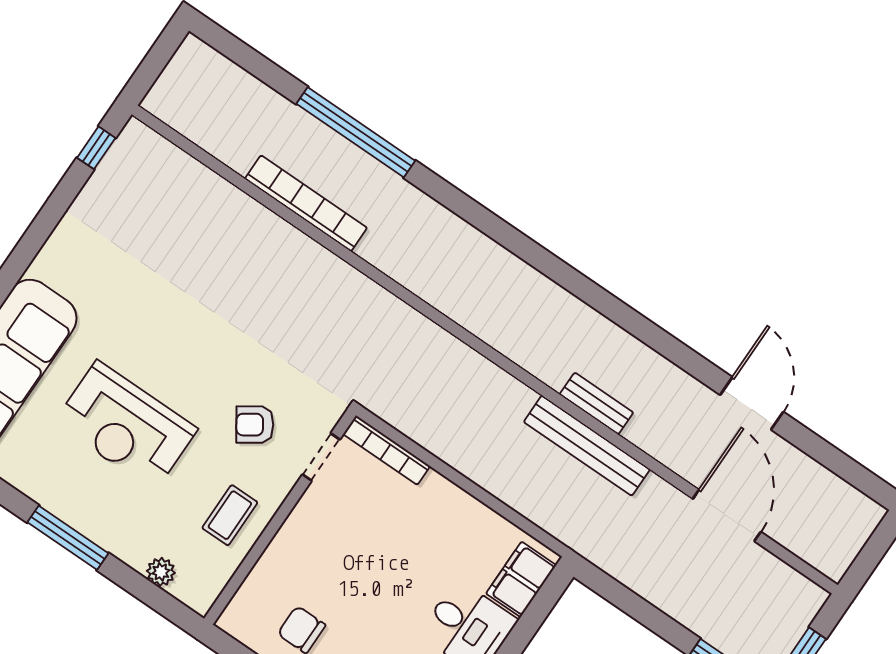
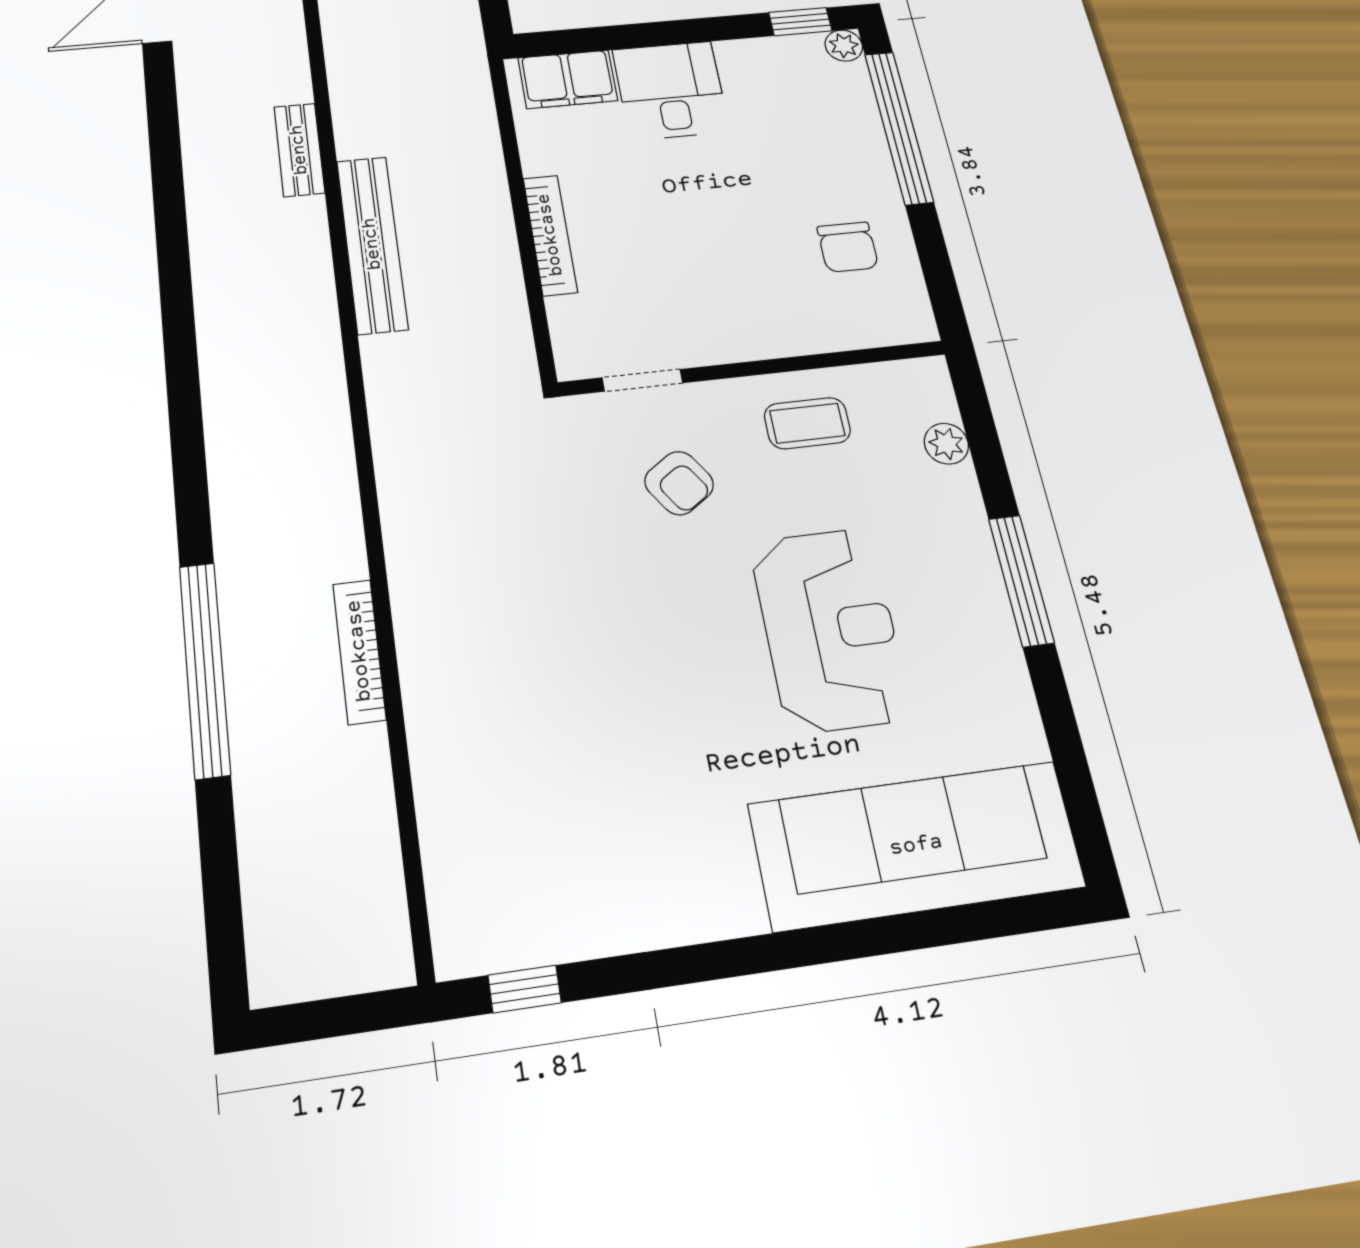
bookcase: (306, 203) -> (359, 651), width x0.68, depth x0.76
bench: (587, 446) -> (372, 244), moved
bookcase: (387, 450) -> (550, 235), moved

